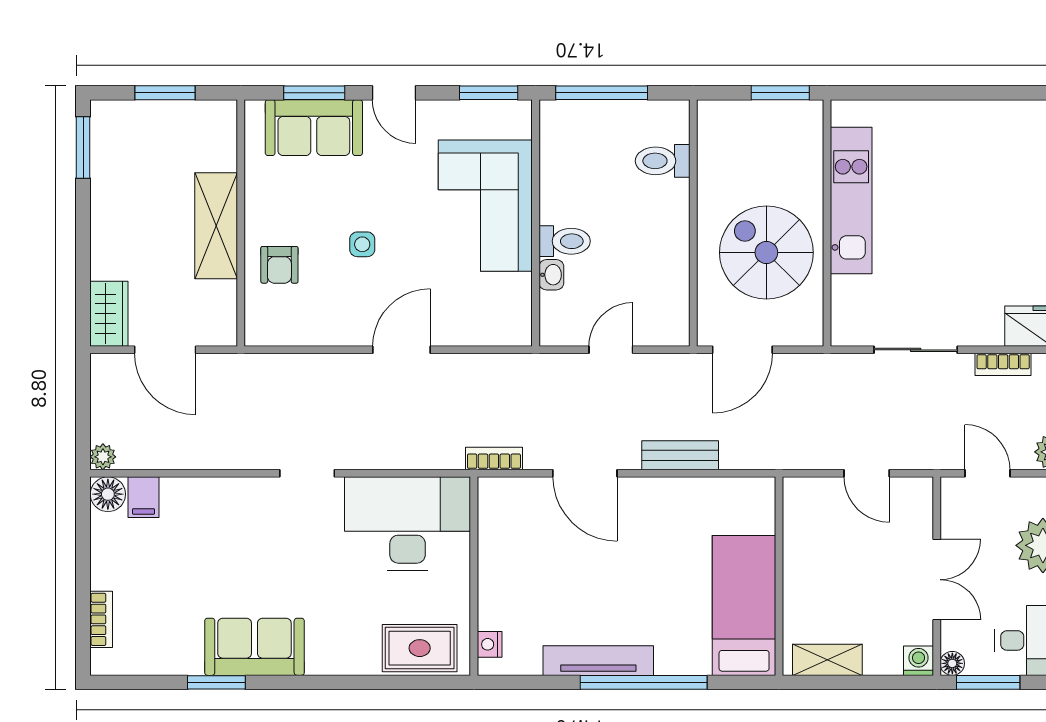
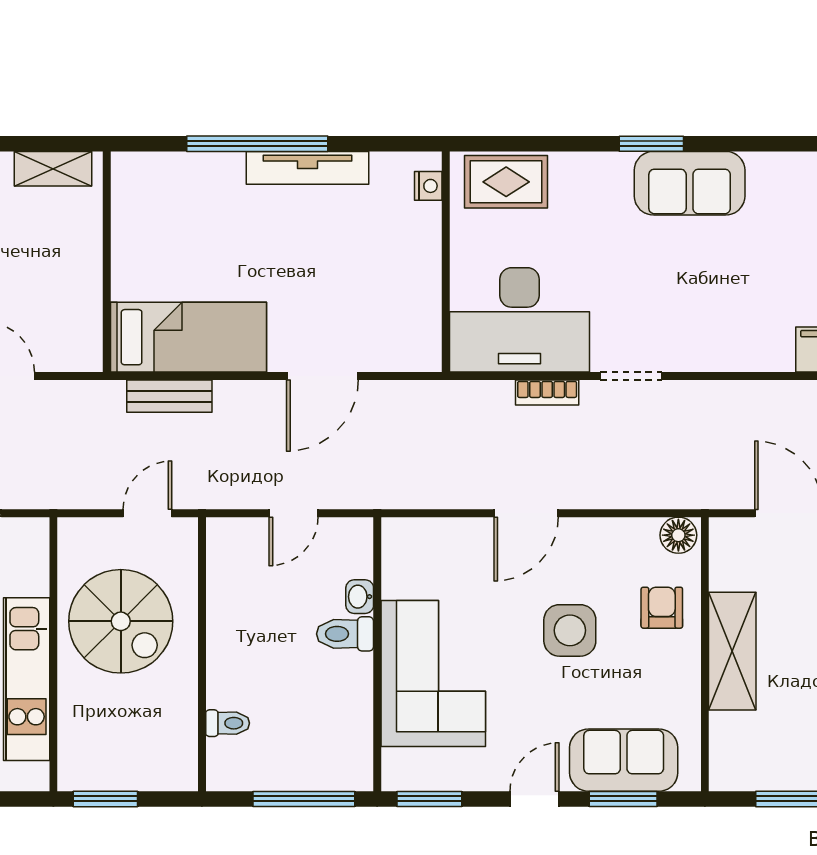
door: (394, 93) -> (534, 799), hinge flipped
toilet: (663, 161) -> (228, 723), width x0.73, depth x0.72
side table: (362, 244) -> (570, 630), width x1.87, depth x1.87
floor lamp: (265, 330) -> (678, 535), added
door: (742, 350) -> (147, 513), width x0.73
bench: (680, 455) -> (169, 396), moved
bookcase: (494, 458) -> (547, 392), moved
door: (585, 473) -> (322, 376), swing flipped
bed: (744, 605) -> (188, 337), moved, turned -90
window: (216, 682) -> (651, 144), moved

